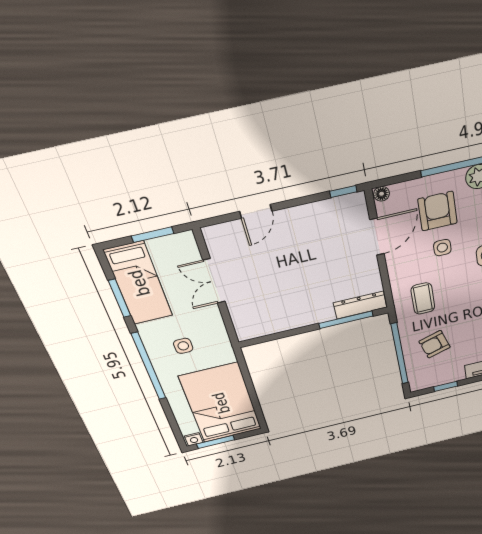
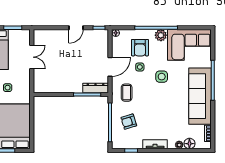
door: (256, 211) -> (76, 28), moved
armchair: (438, 211) -> (140, 48), turned 180
door: (377, 237) -> (110, 67), moved
double door: (214, 281) -> (32, 57), swing flipped

